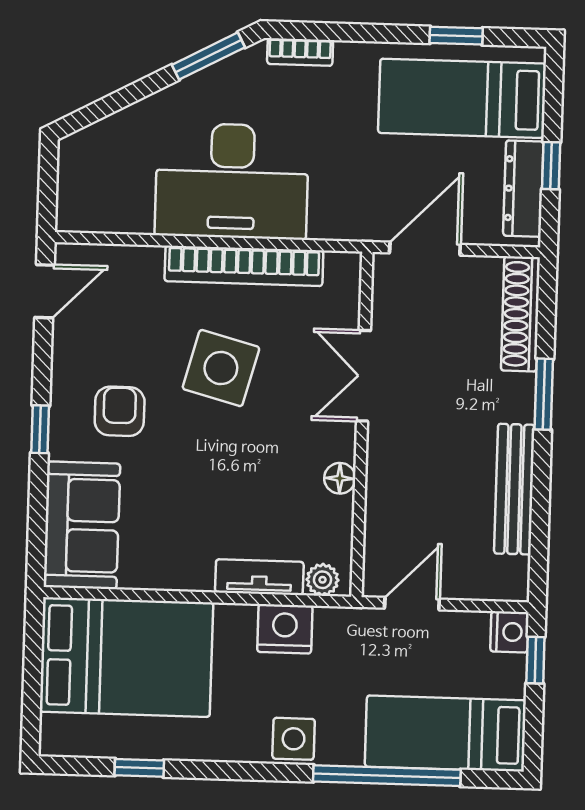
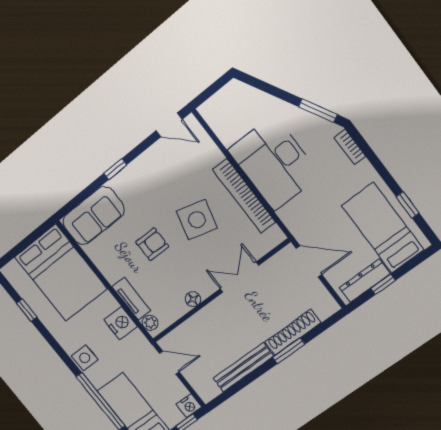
shoe rack: (520, 314) -> (293, 332), moved
armchair: (120, 411) -> (152, 244), moved

